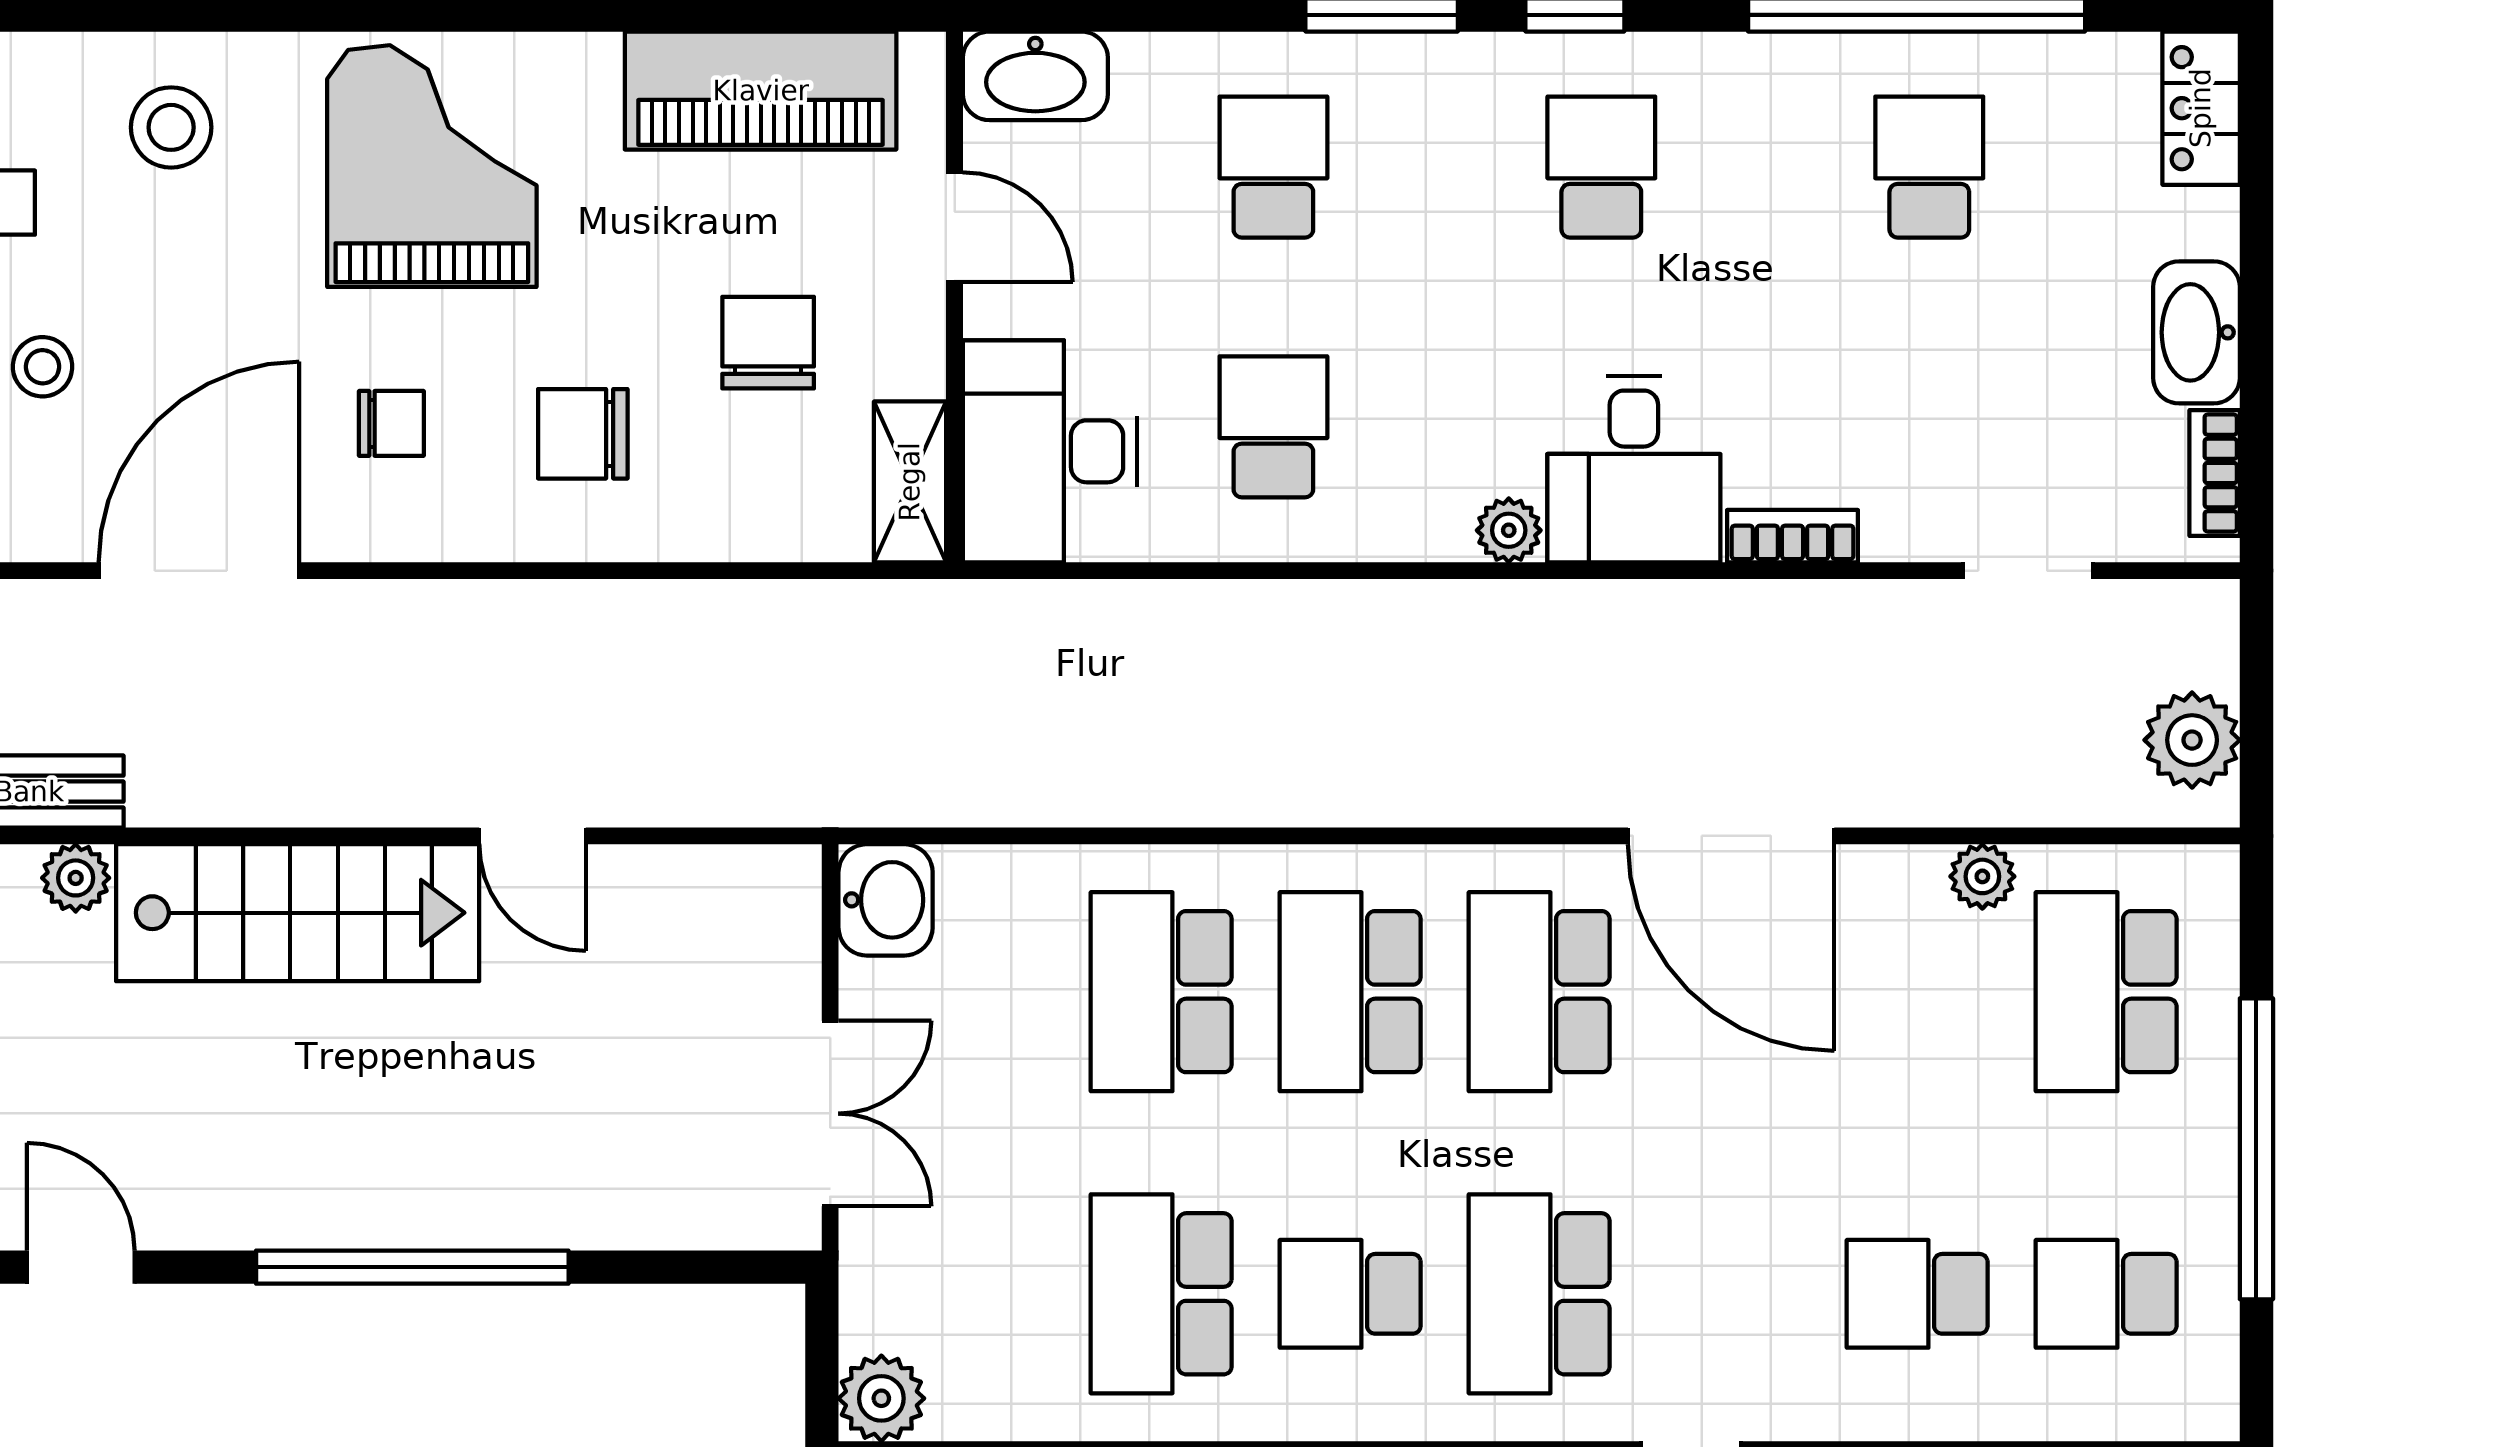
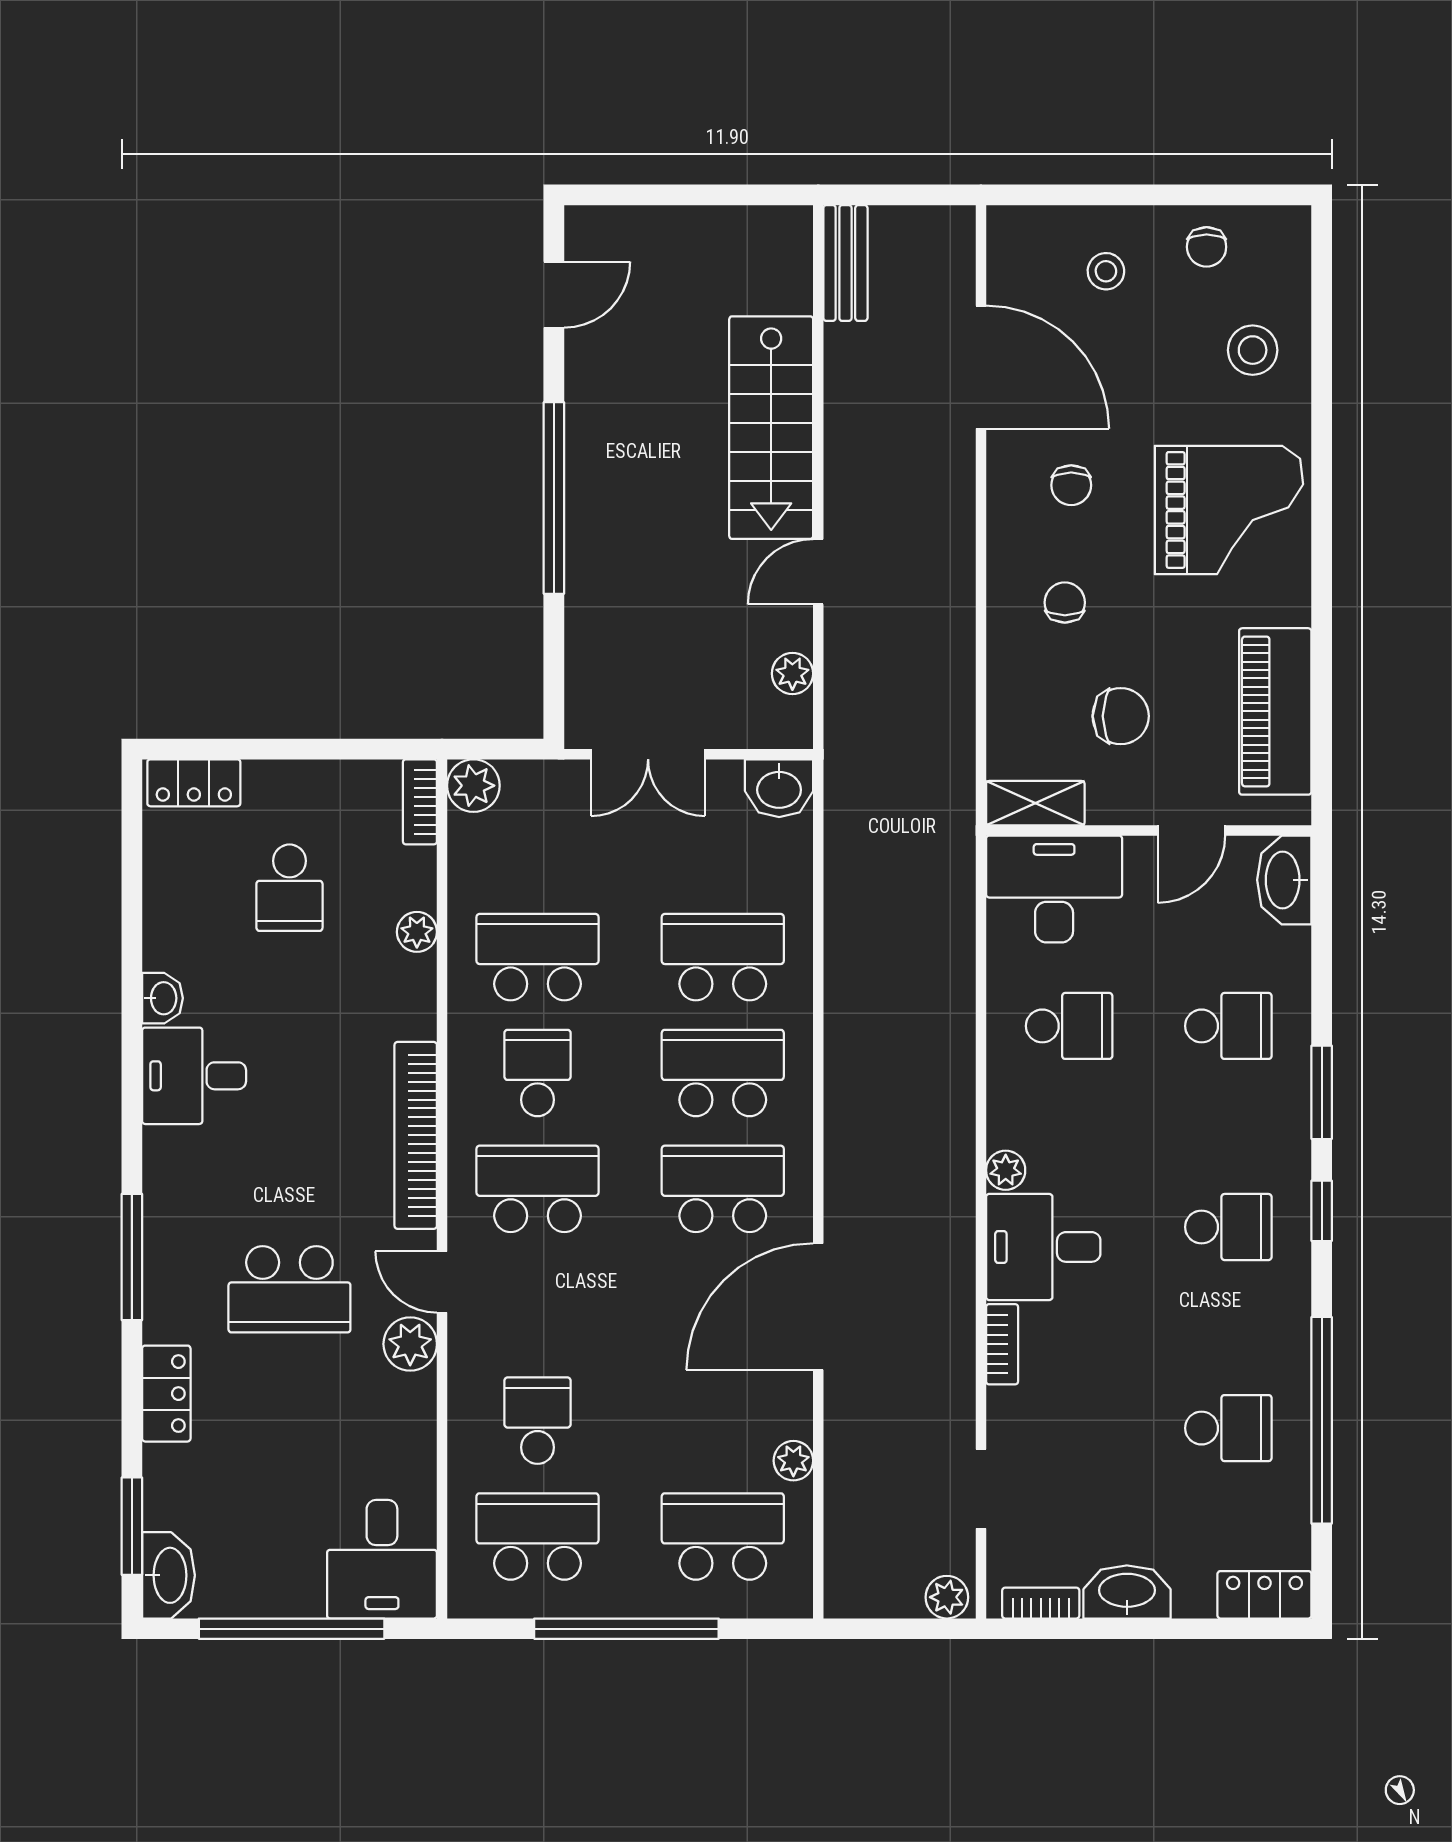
chair: (583, 434) -> (1065, 603), width x0.73, depth x0.73
plant: (2192, 740) -> (947, 1597), moved, width x0.73, depth x0.73
plant: (76, 878) -> (792, 674), moved
school desk: (2106, 1294) -> (538, 1537), width x1.85

